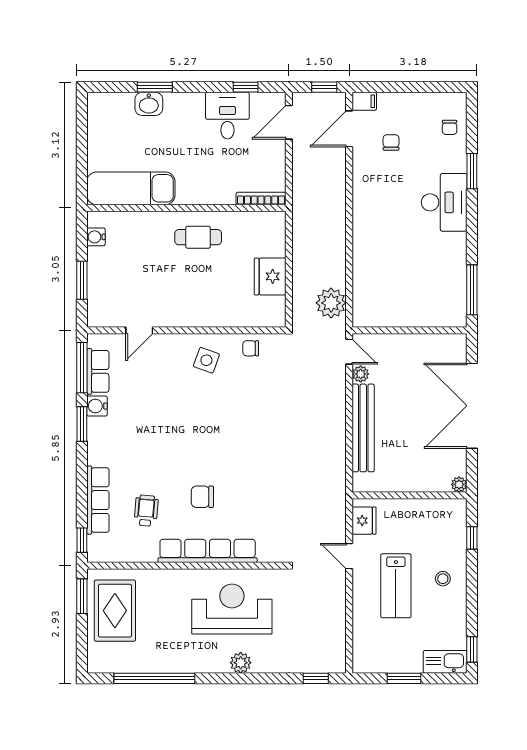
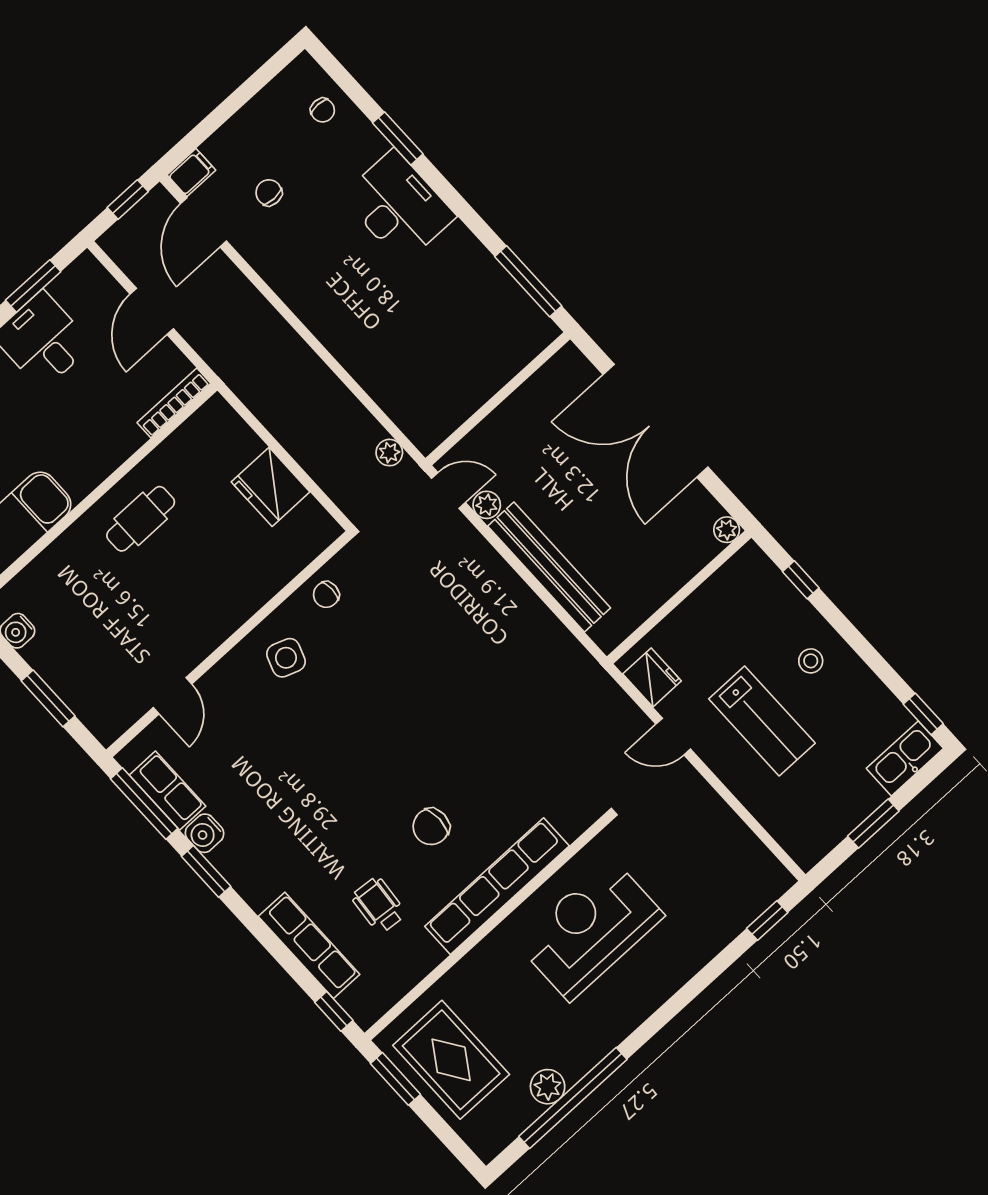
window: (246, 87) -> (33, 286), width x1.50
door: (289, 122) -> (152, 311), moved
plant: (331, 303) -> (389, 453), width x0.53, depth x0.53
plant: (241, 663) -> (548, 1087), moved

